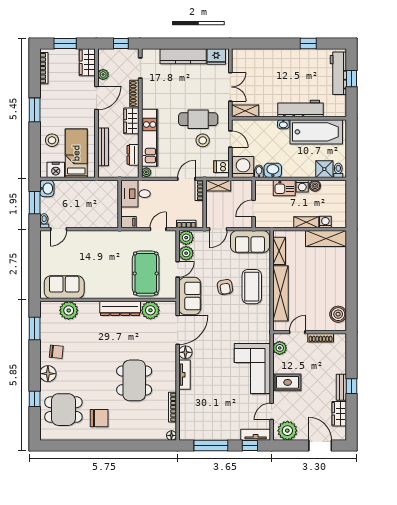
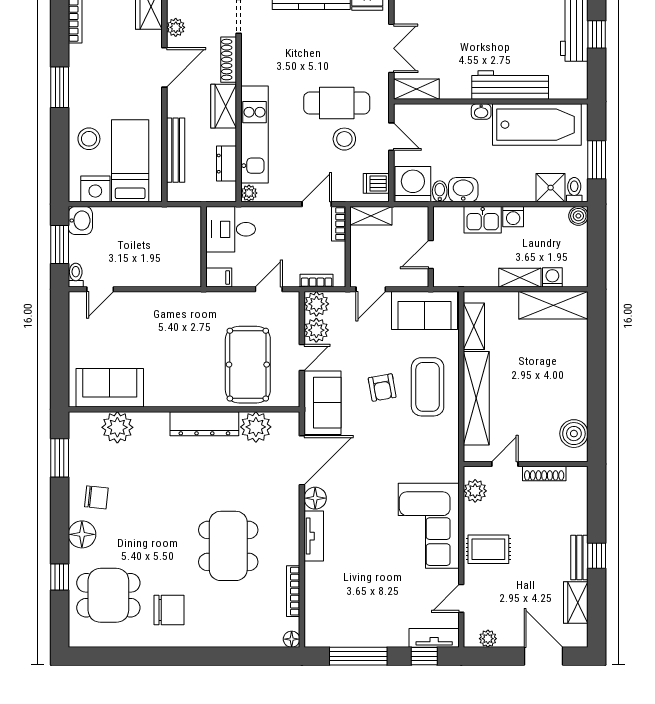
window: (352, 153) -> (597, 160), added
boiler: (315, 186) -> (578, 216), moved
plant: (287, 431) -> (488, 639), width x0.53, depth x0.53

